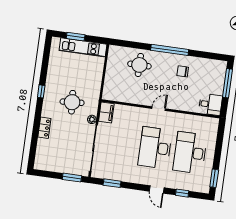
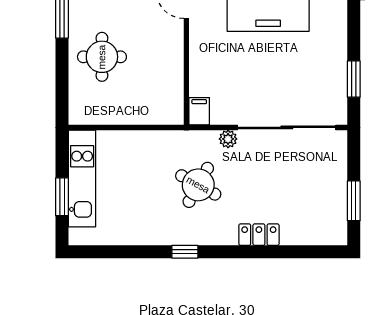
round table: (72, 102) -> (198, 185), turned 33
filing cabinet: (106, 112) -> (199, 111), width x0.50
window: (72, 178) -> (354, 201), moved

